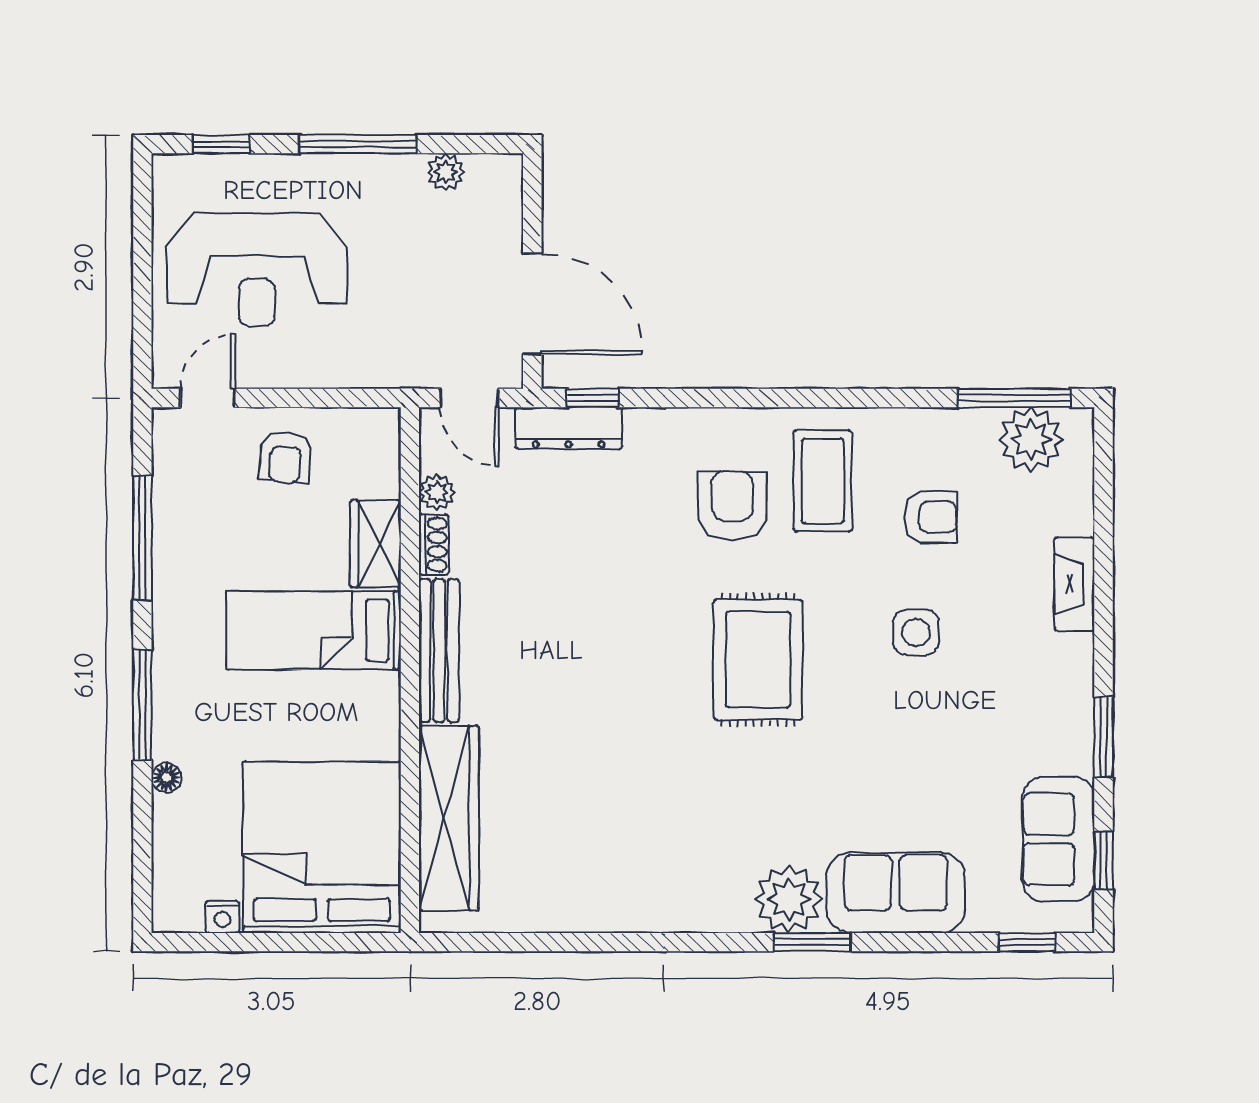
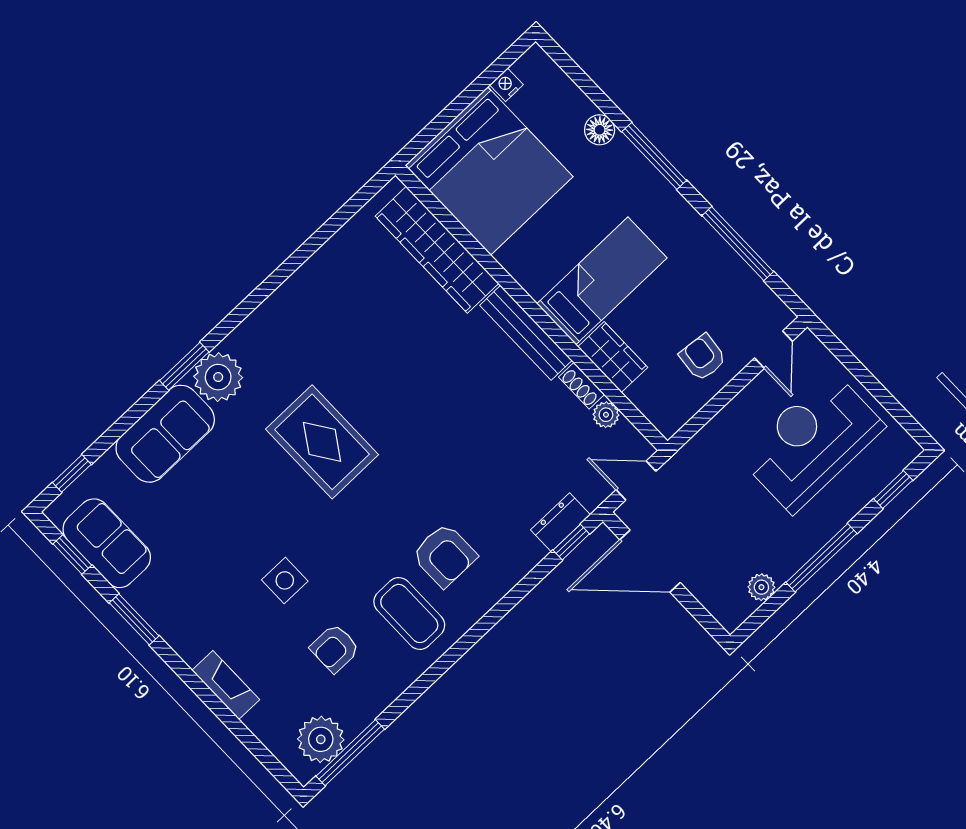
dresser: (569, 428) -> (560, 522), width x0.70
rug: (758, 660) -> (322, 442), moved
floor lamp: (167, 778) -> (600, 130), width x1.37, depth x1.37

